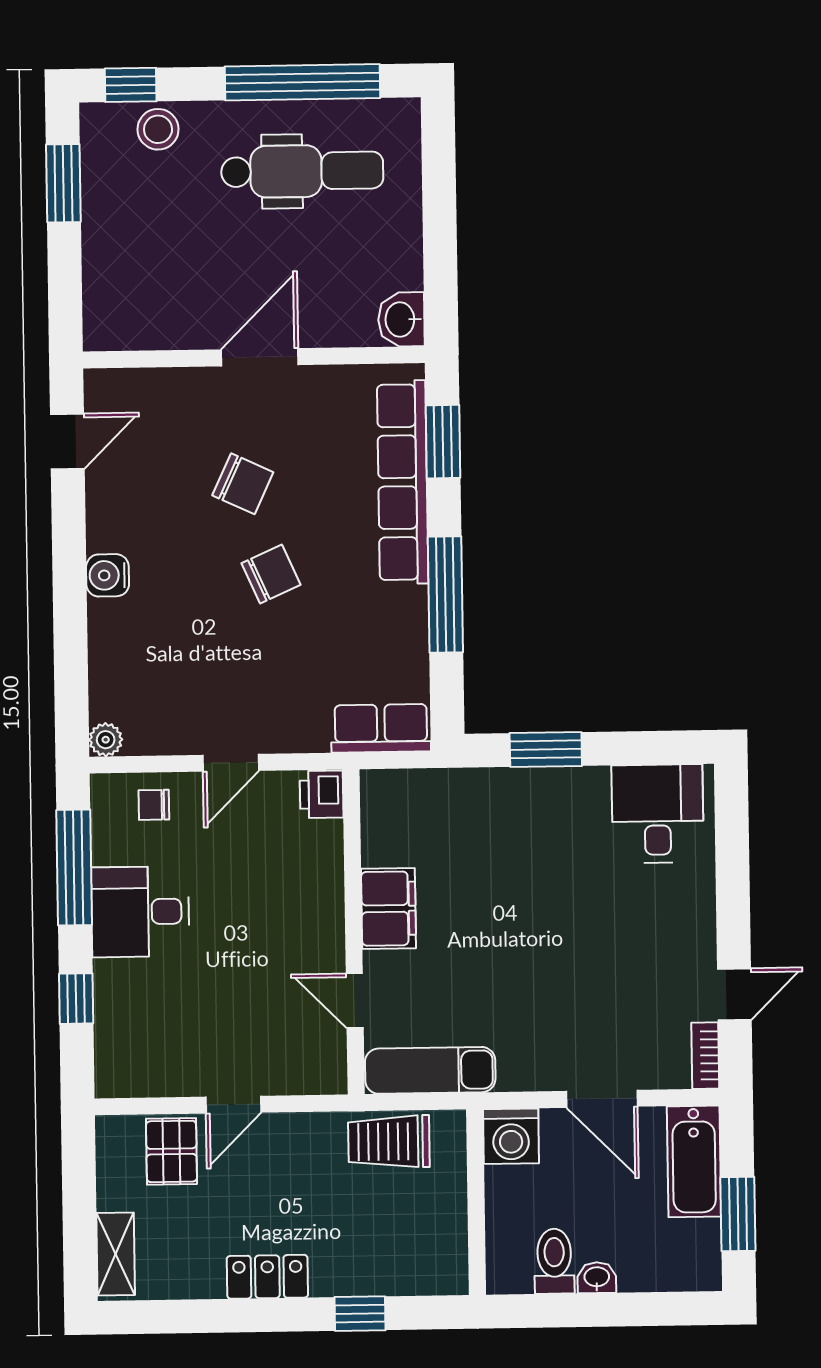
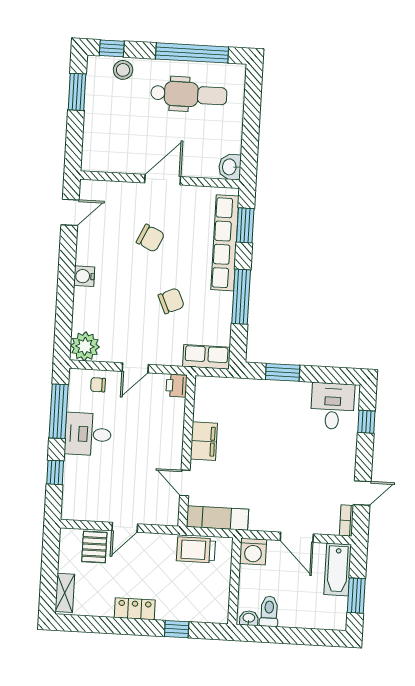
chair: (271, 574) -> (171, 301), moved
plant: (106, 740) -> (85, 346), width x1.88, depth x1.88
window: (732, 842) -> (366, 422), added
washbasin: (597, 1278) -> (249, 618), moved

